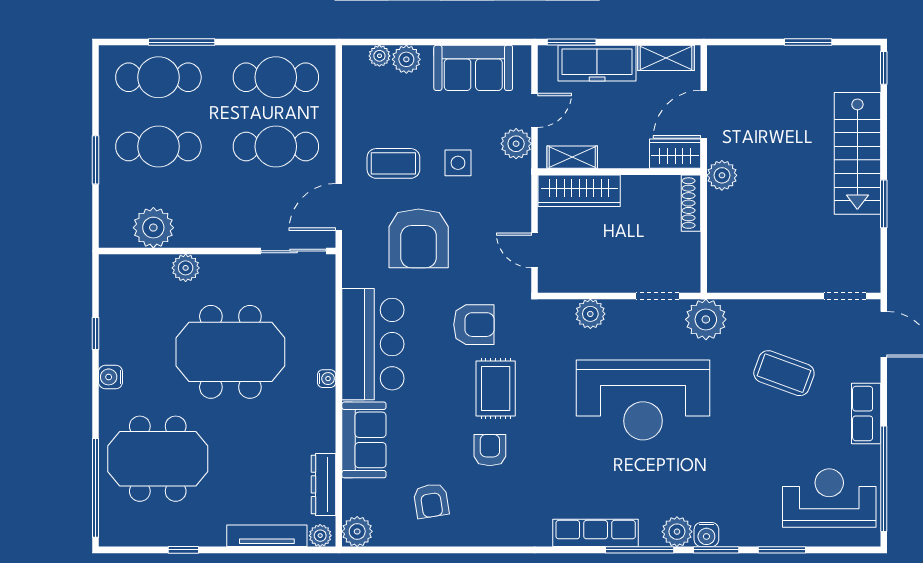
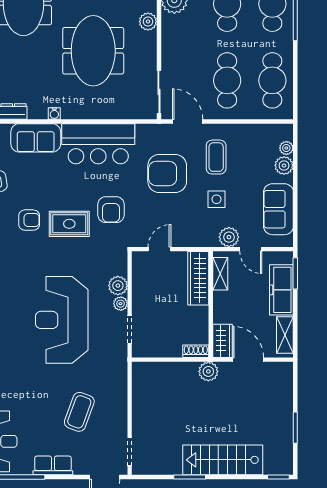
shoe rack: (691, 203) -> (196, 351), width x0.70
plant: (706, 319) -> (121, 304), moved, width x0.53, depth x0.53
water cooler: (327, 379) -> (54, 114), moved

